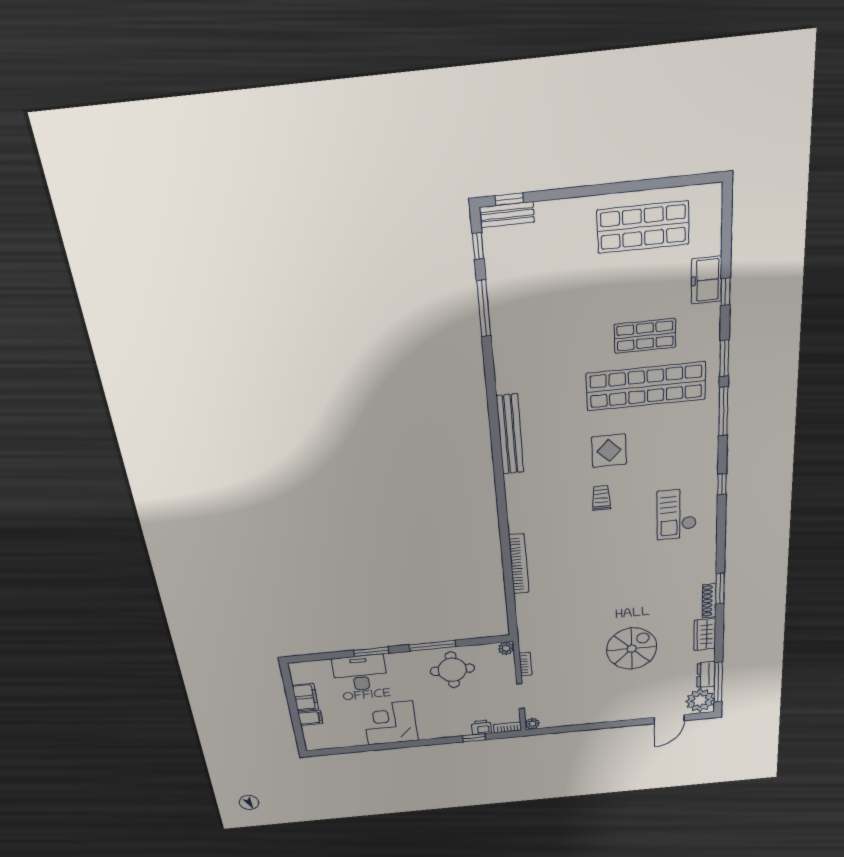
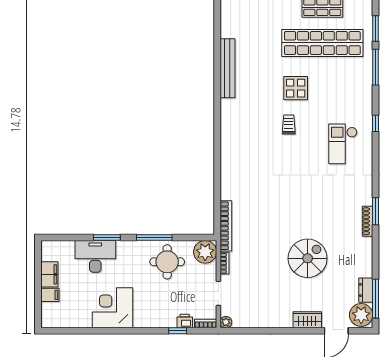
bookcase: (519, 564) -> (226, 226), moved
wardrobe: (705, 634) -> (307, 320), moved, turned 90
plant: (506, 648) -> (205, 252), width x1.88, depth x1.88

